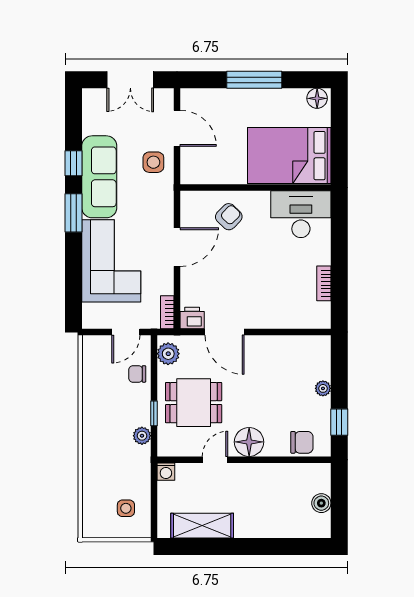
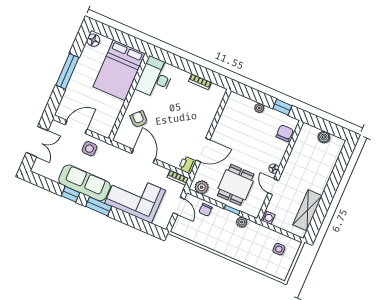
floor lamp: (249, 442) -> (274, 169), width x0.53, depth x0.53

